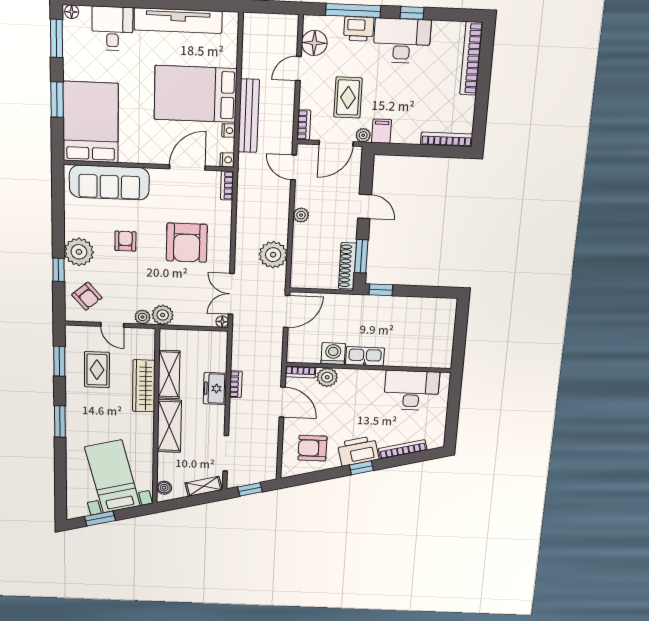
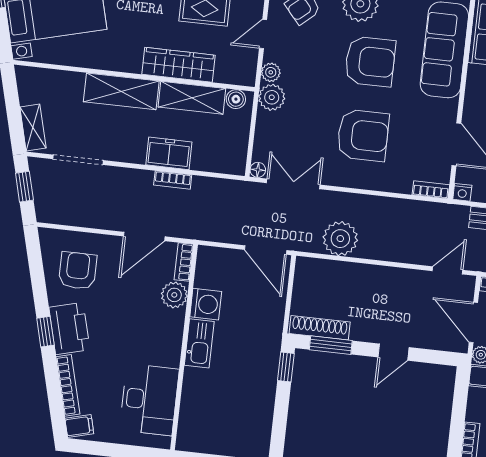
plant: (301, 215) -> (388, 275), removed
armchair: (125, 241) -> (370, 61), width x1.88, depth x1.88
armchair: (187, 243) -> (363, 135), turned 180
filing cabinet: (434, 439) -> (79, 426), added
boiler: (164, 488) -> (236, 99), moved

